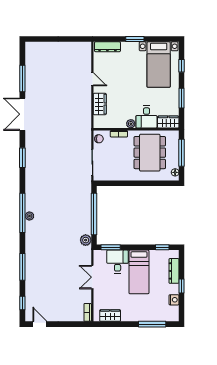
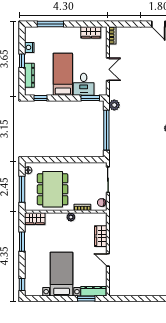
window: (135, 39) -> (86, 299), moved
bed with nightstands: (159, 65) -> (62, 274), moved
window: (182, 66) -> (22, 285), moved
desk: (146, 117) -> (56, 223), removed

